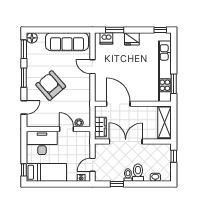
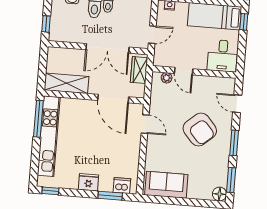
sofa: (67, 42) -> (166, 185), width x0.73
door: (93, 67) -> (145, 124), moved
window: (174, 84) -> (38, 119), width x1.44
door: (24, 107) -> (237, 104), hinge flipped
shelving: (164, 122) -> (66, 83), moved, turned 90
desk: (42, 143) -> (223, 56), width x0.73
door: (93, 165) -> (152, 35), moved

